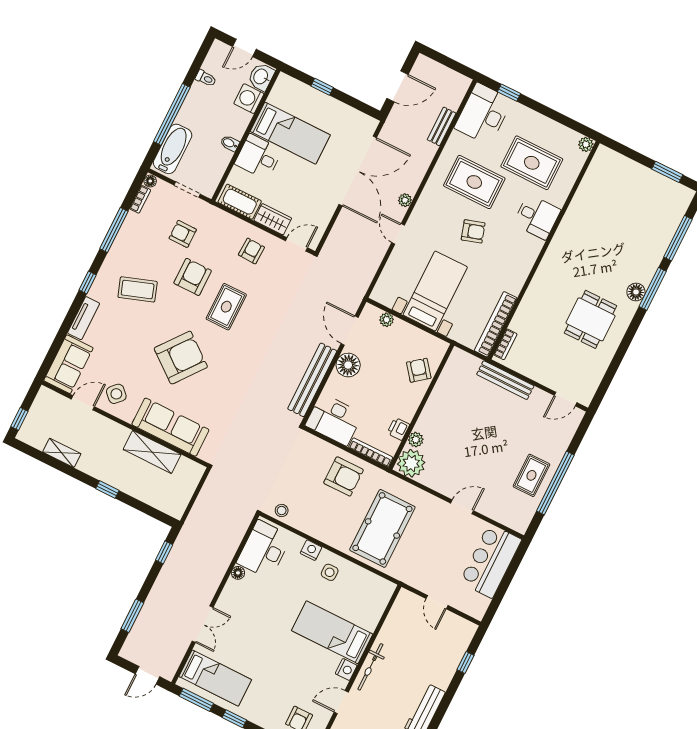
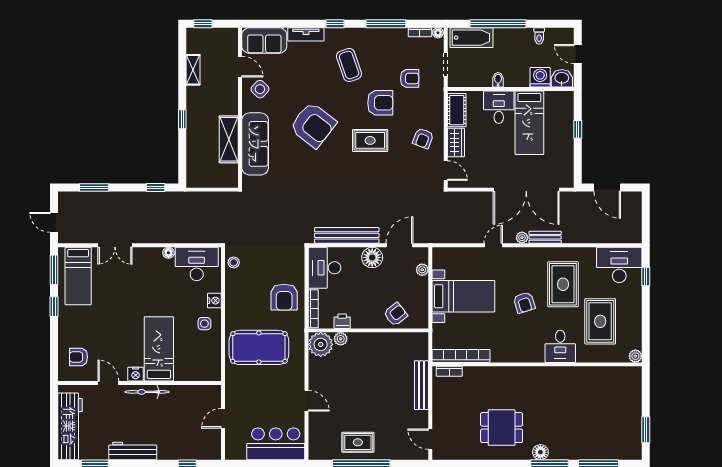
bench: (442, 126) -> (545, 237), moved
armchair: (183, 234) -> (410, 78), turned 90
armchair: (251, 251) -> (423, 138), turned 109

